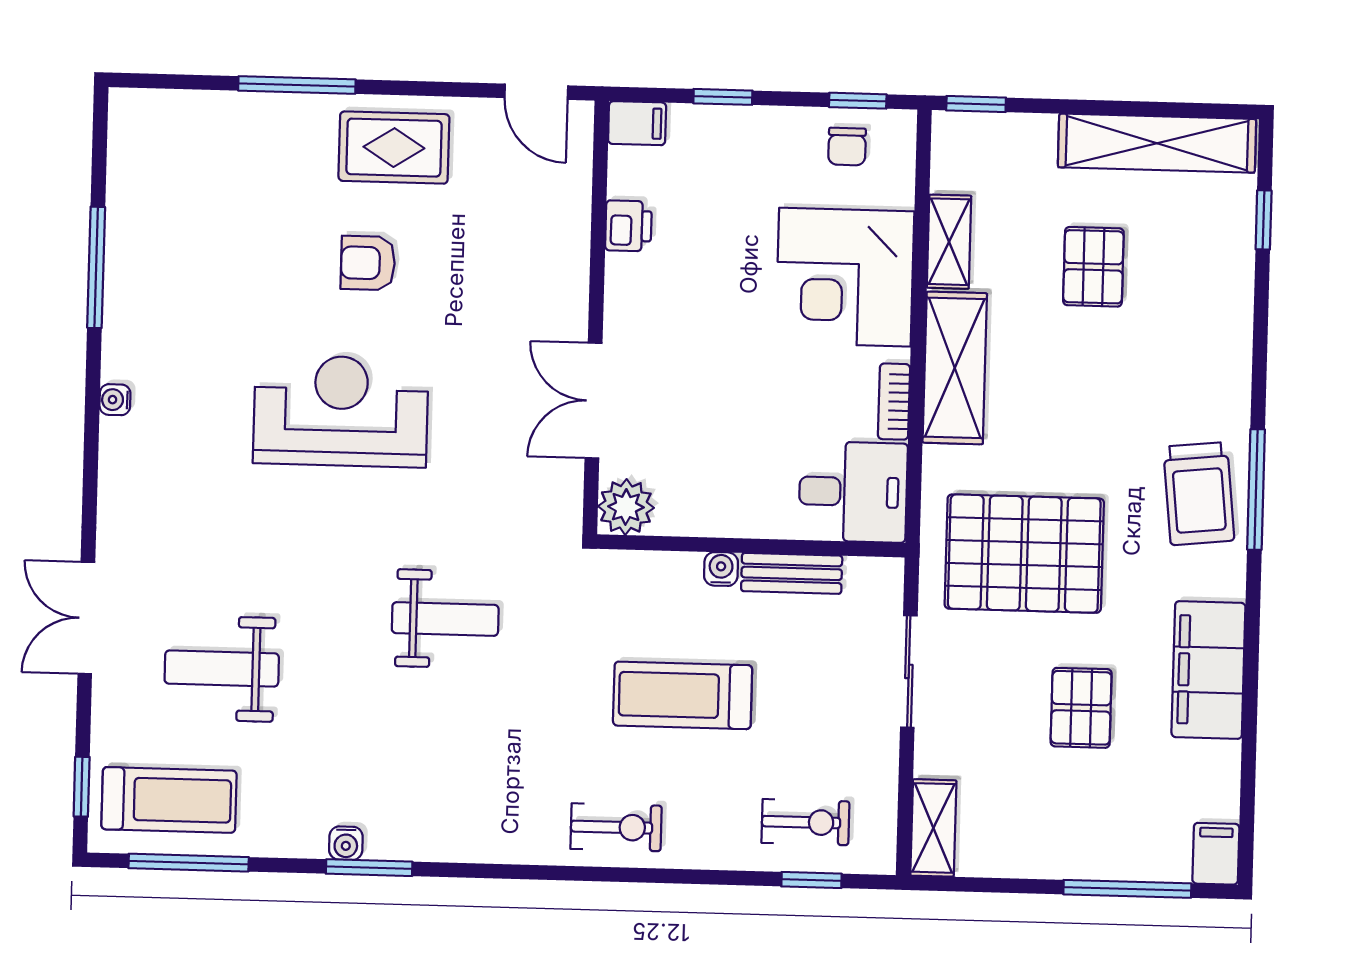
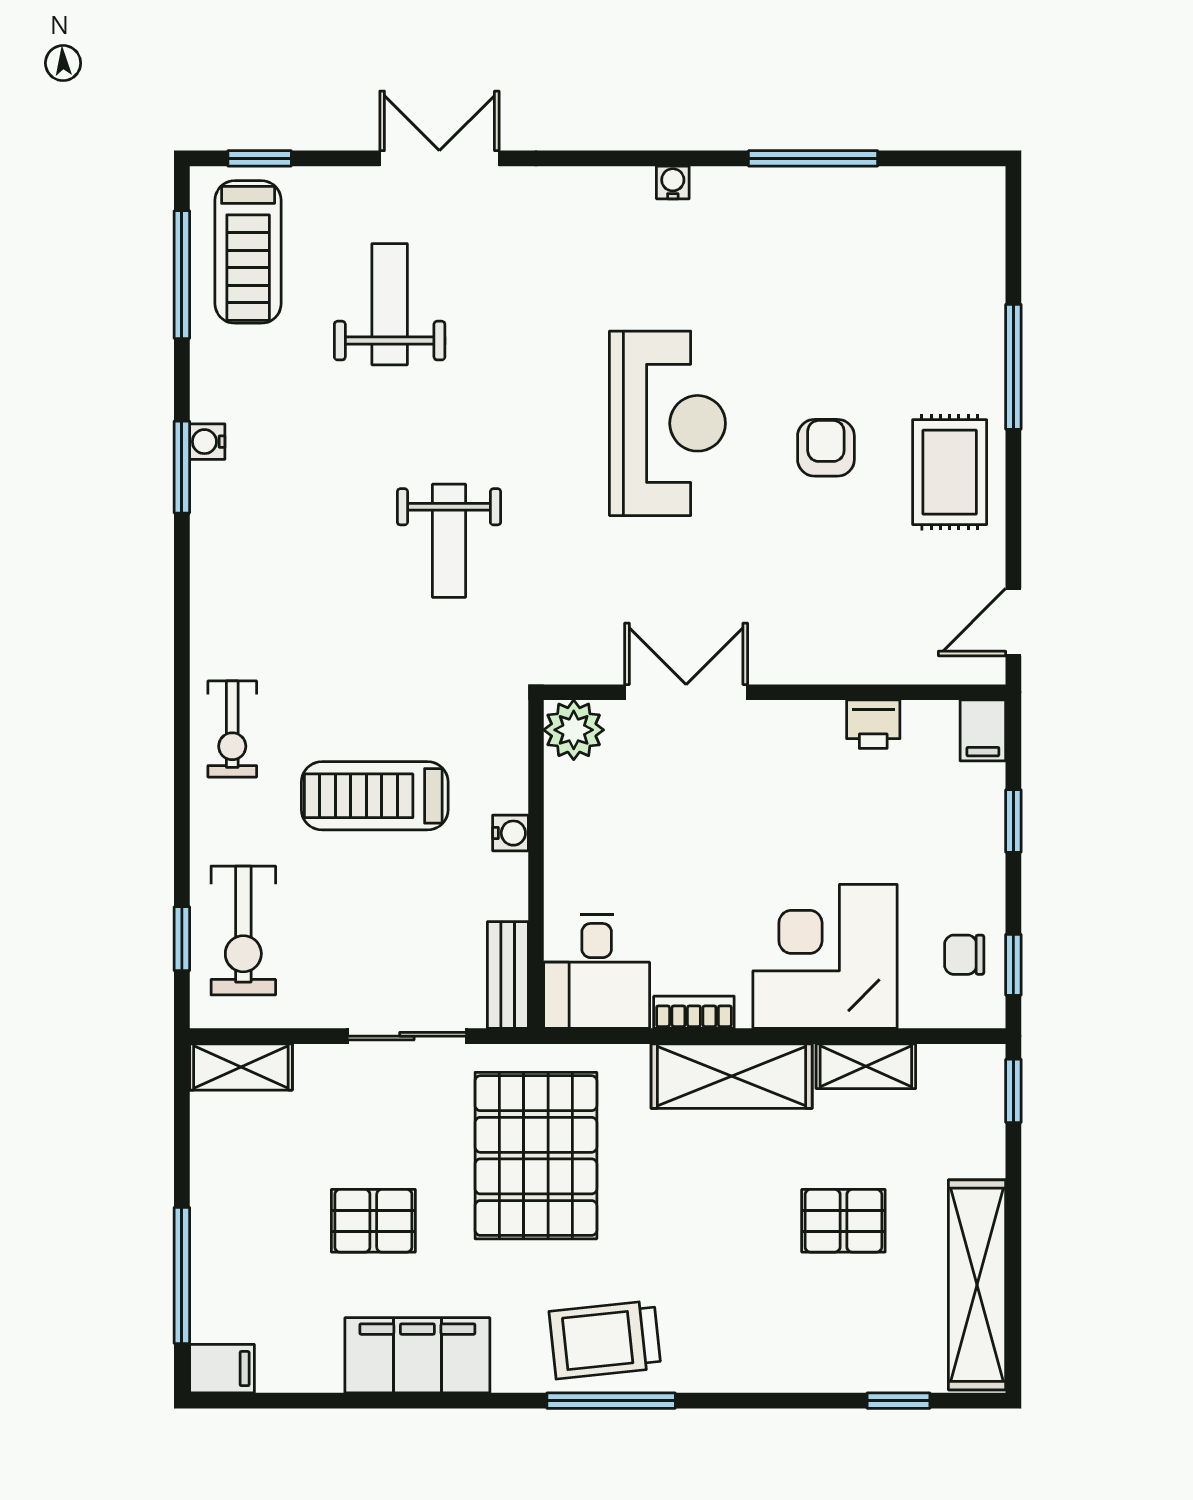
bench: (792, 573) -> (508, 975), moved
treadmill: (683, 695) -> (375, 796), turned -90
exercise bike: (805, 822) -> (243, 931), width x1.38, depth x1.39

